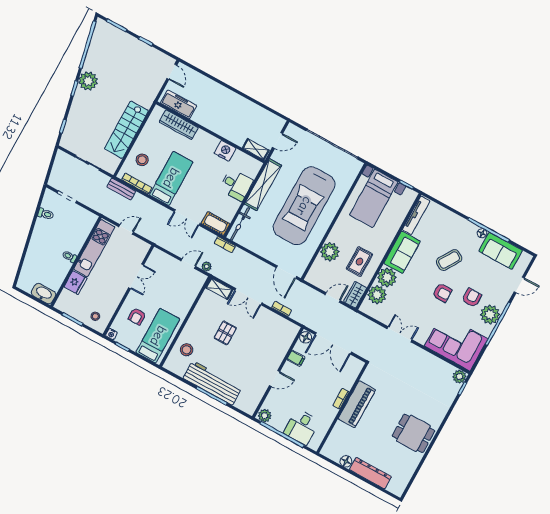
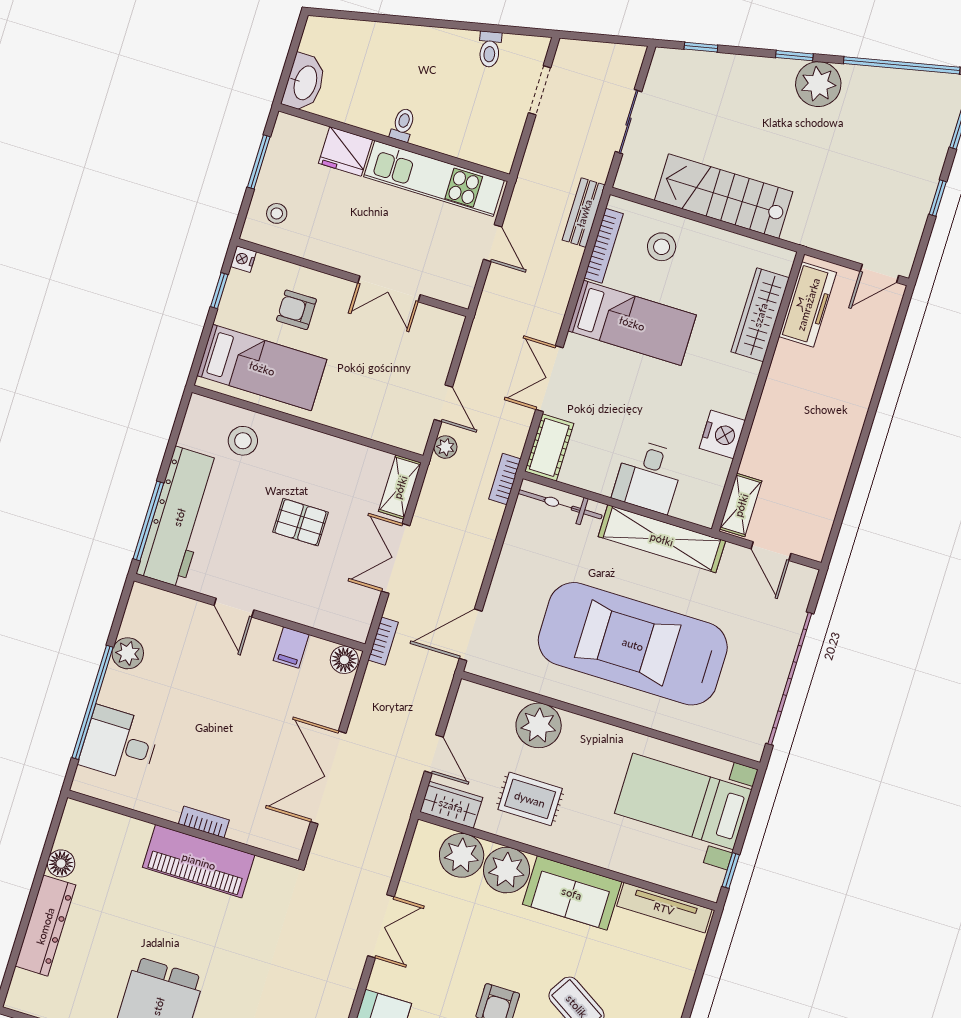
floor lamp: (306, 337) -> (344, 660), moved
filing cabinet: (296, 358) -> (291, 648), moved
wall: (278, 373) -> (250, 612), moved
door: (275, 379) -> (234, 608), moved

